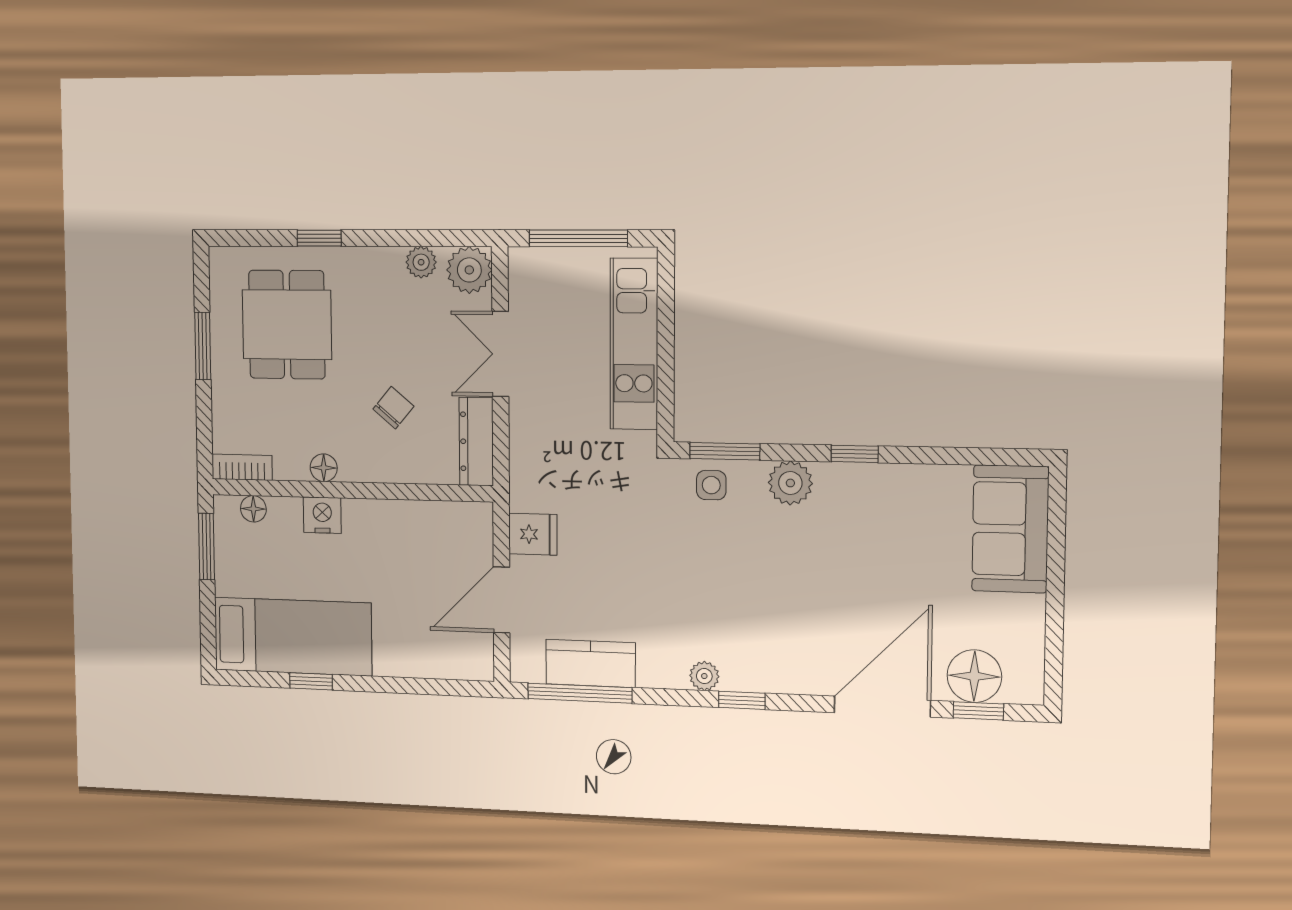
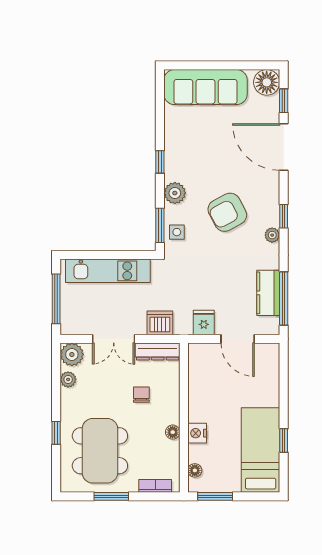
dining table: (287, 325) -> (100, 451), width x1.38
chair: (393, 408) -> (141, 395), turned 50
dishwasher: (532, 447) -> (160, 323), added
bookcase: (242, 467) -> (155, 486), moved, turned 90
sofa: (1010, 529) -> (205, 87), width x1.36
armchair: (751, 588) -> (227, 212), added
floor lamp: (974, 676) -> (267, 82), moved

